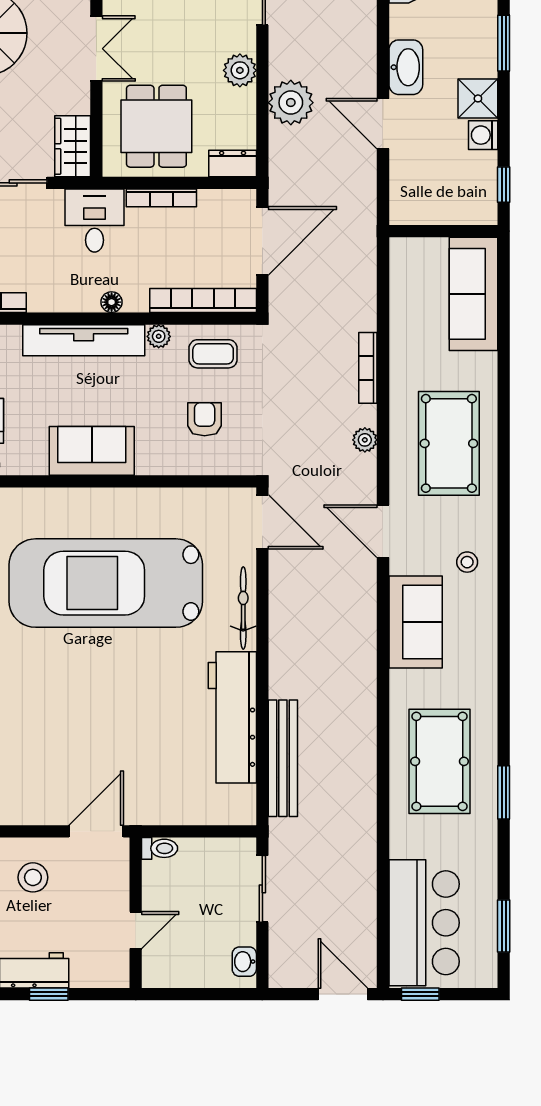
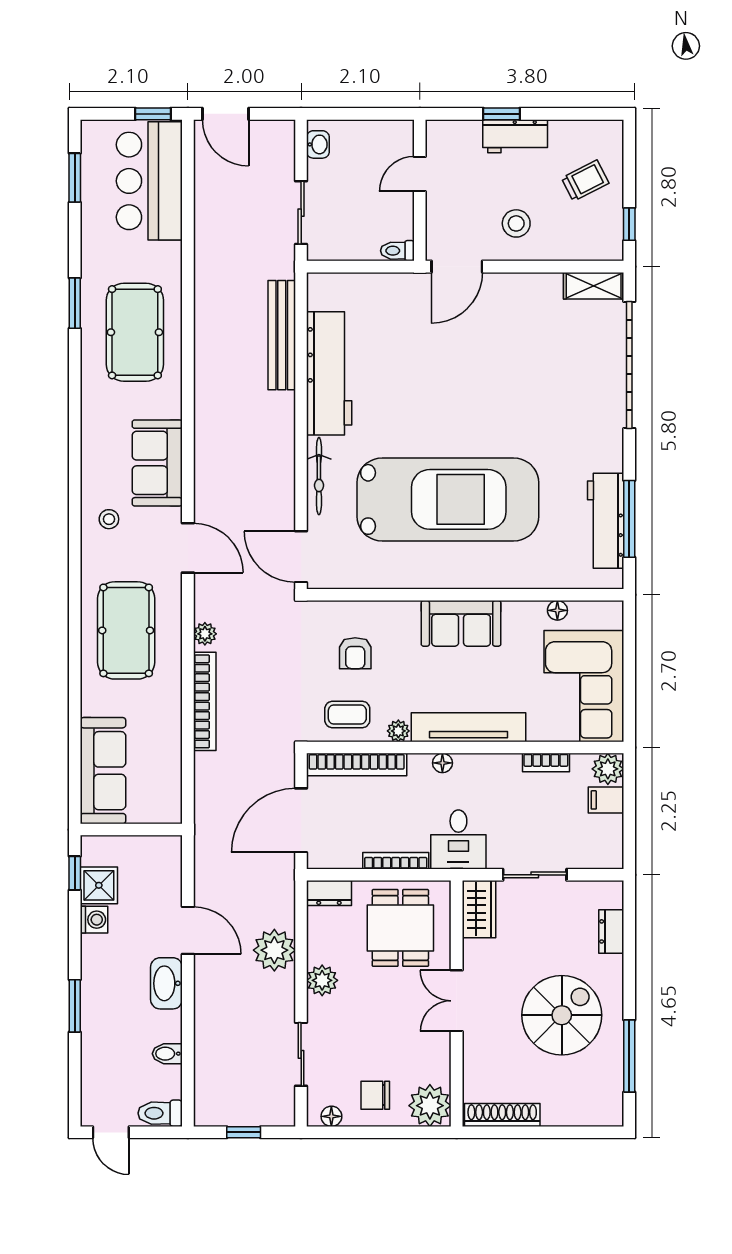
shower: (478, 98) -> (99, 885), moved
bookcase: (368, 368) -> (205, 701), width x1.48, depth x1.31

